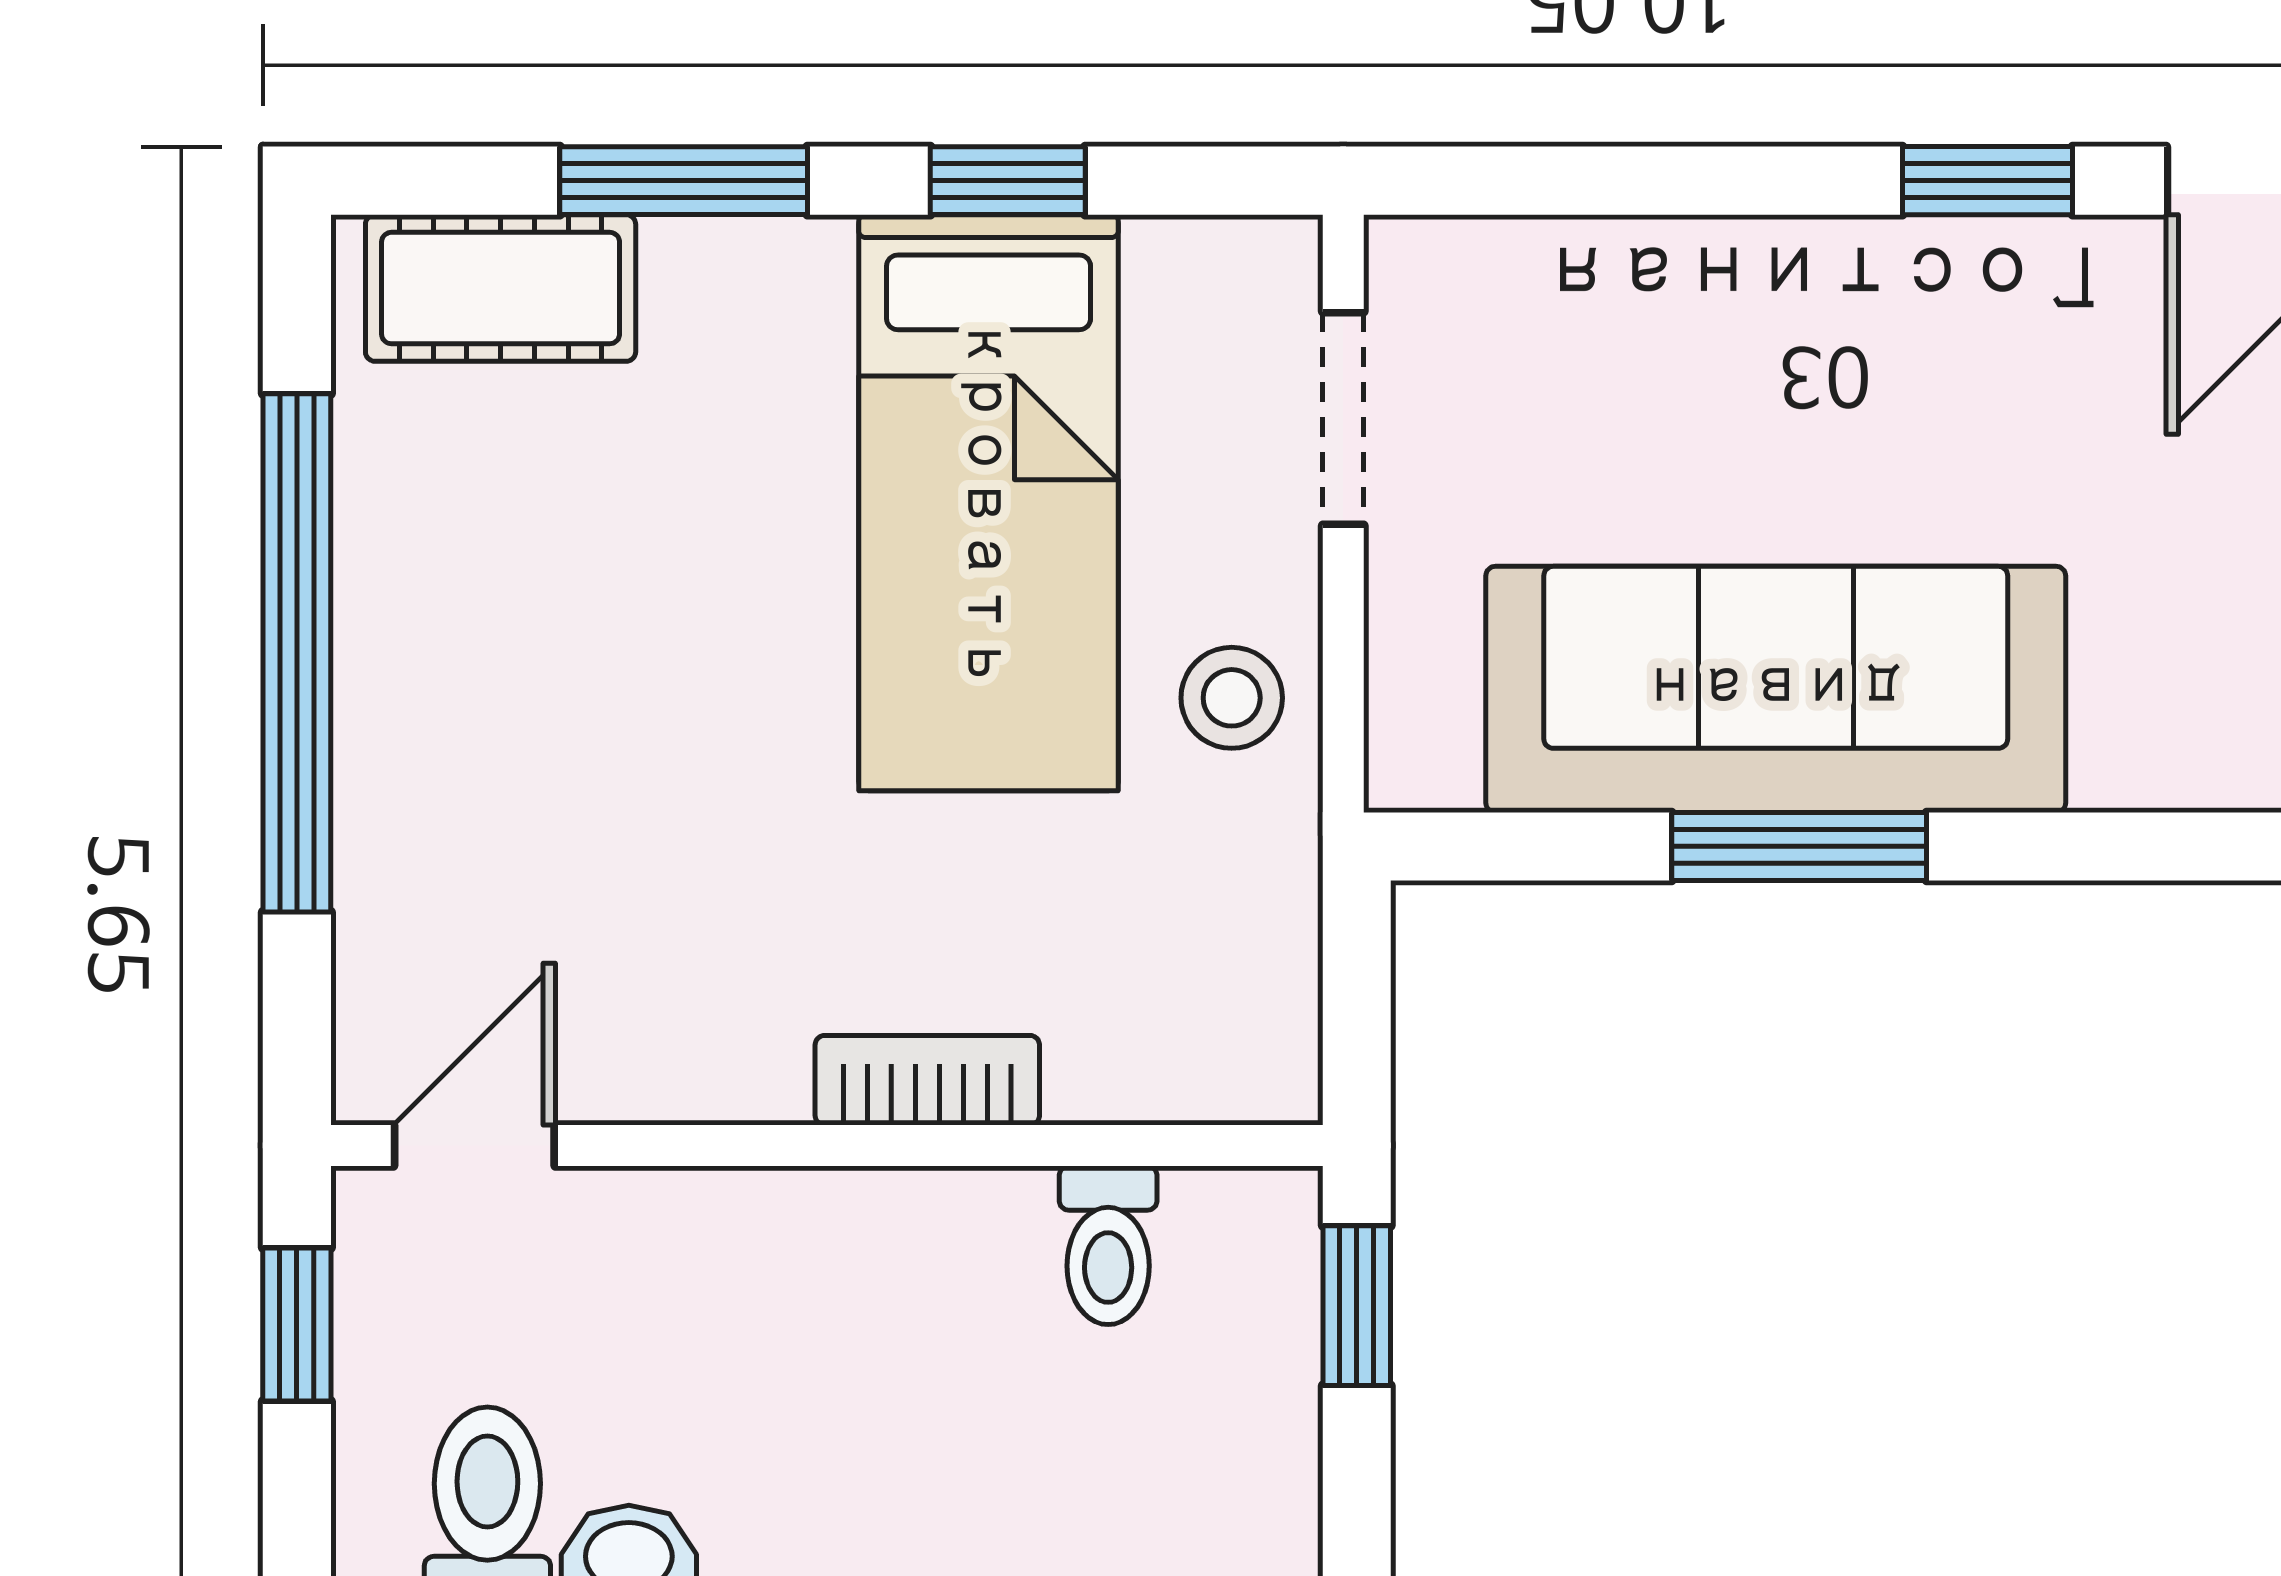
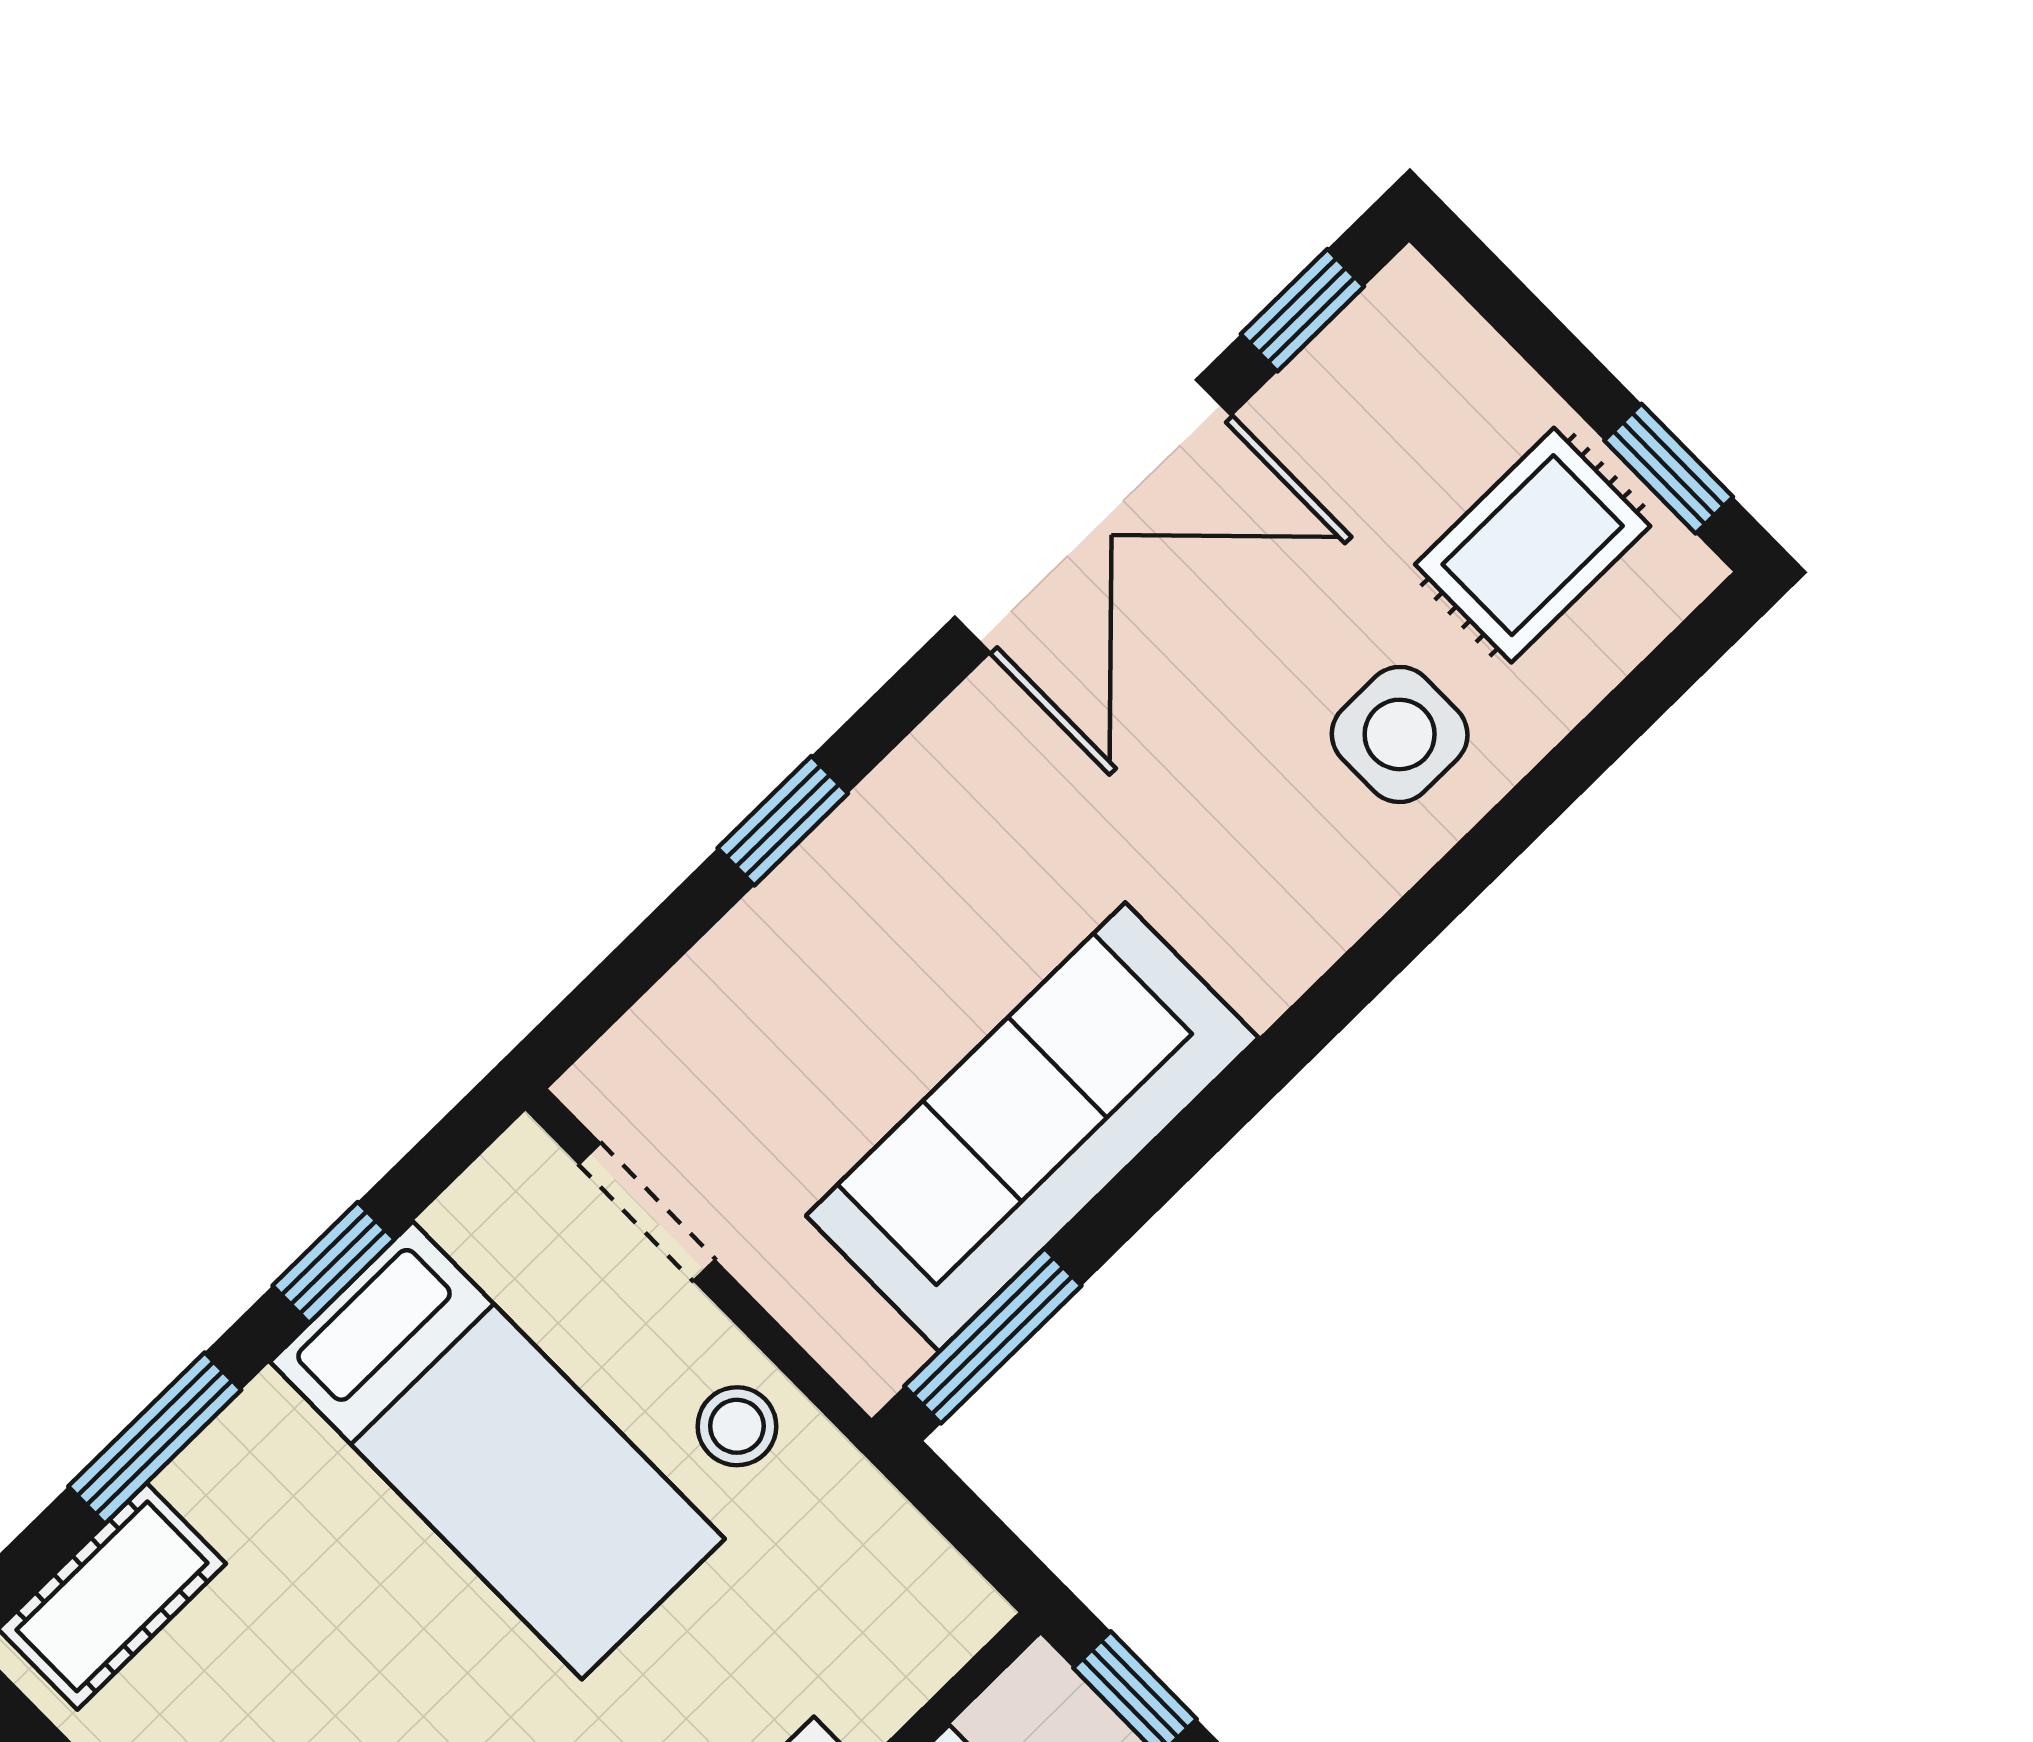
window: (1988, 181) -> (783, 821), moved
window: (1799, 846) -> (993, 1336), moved

